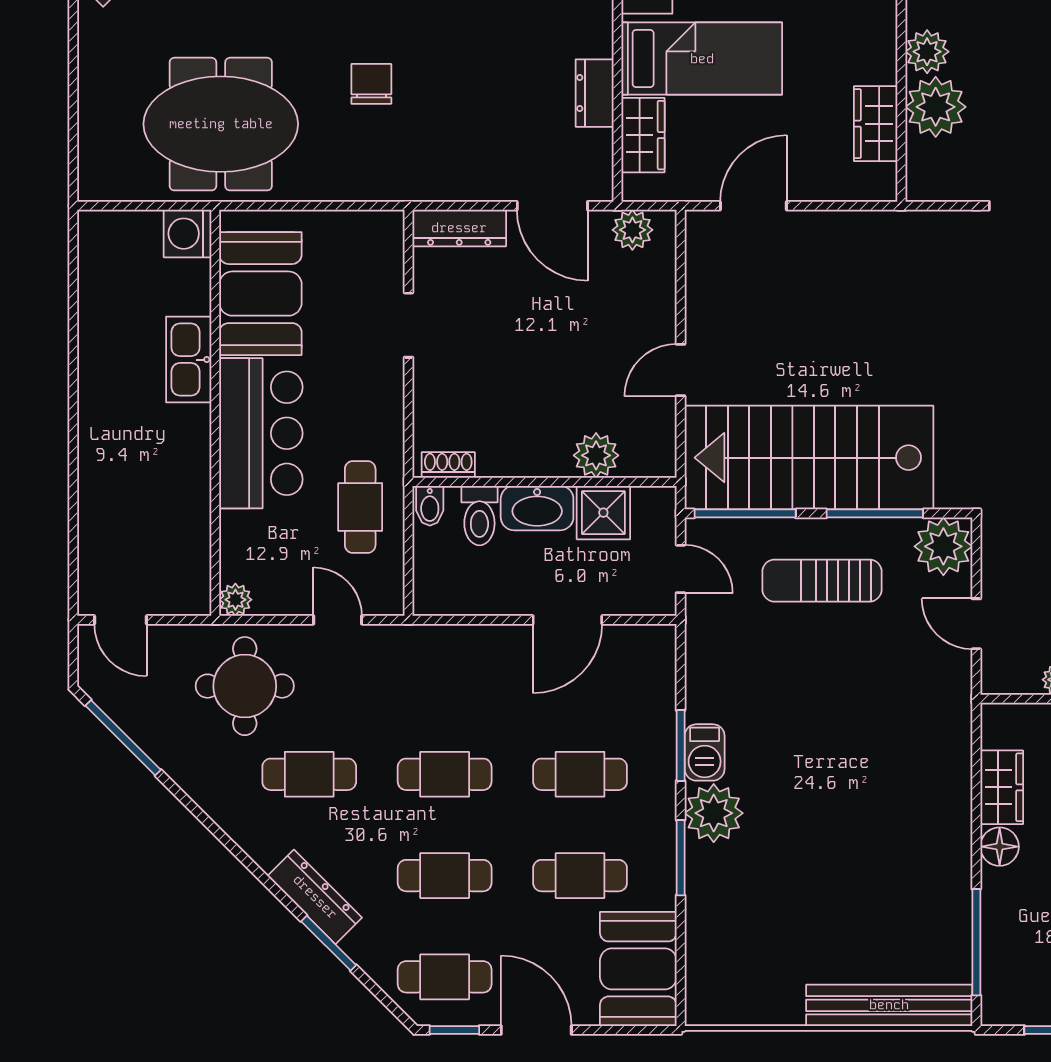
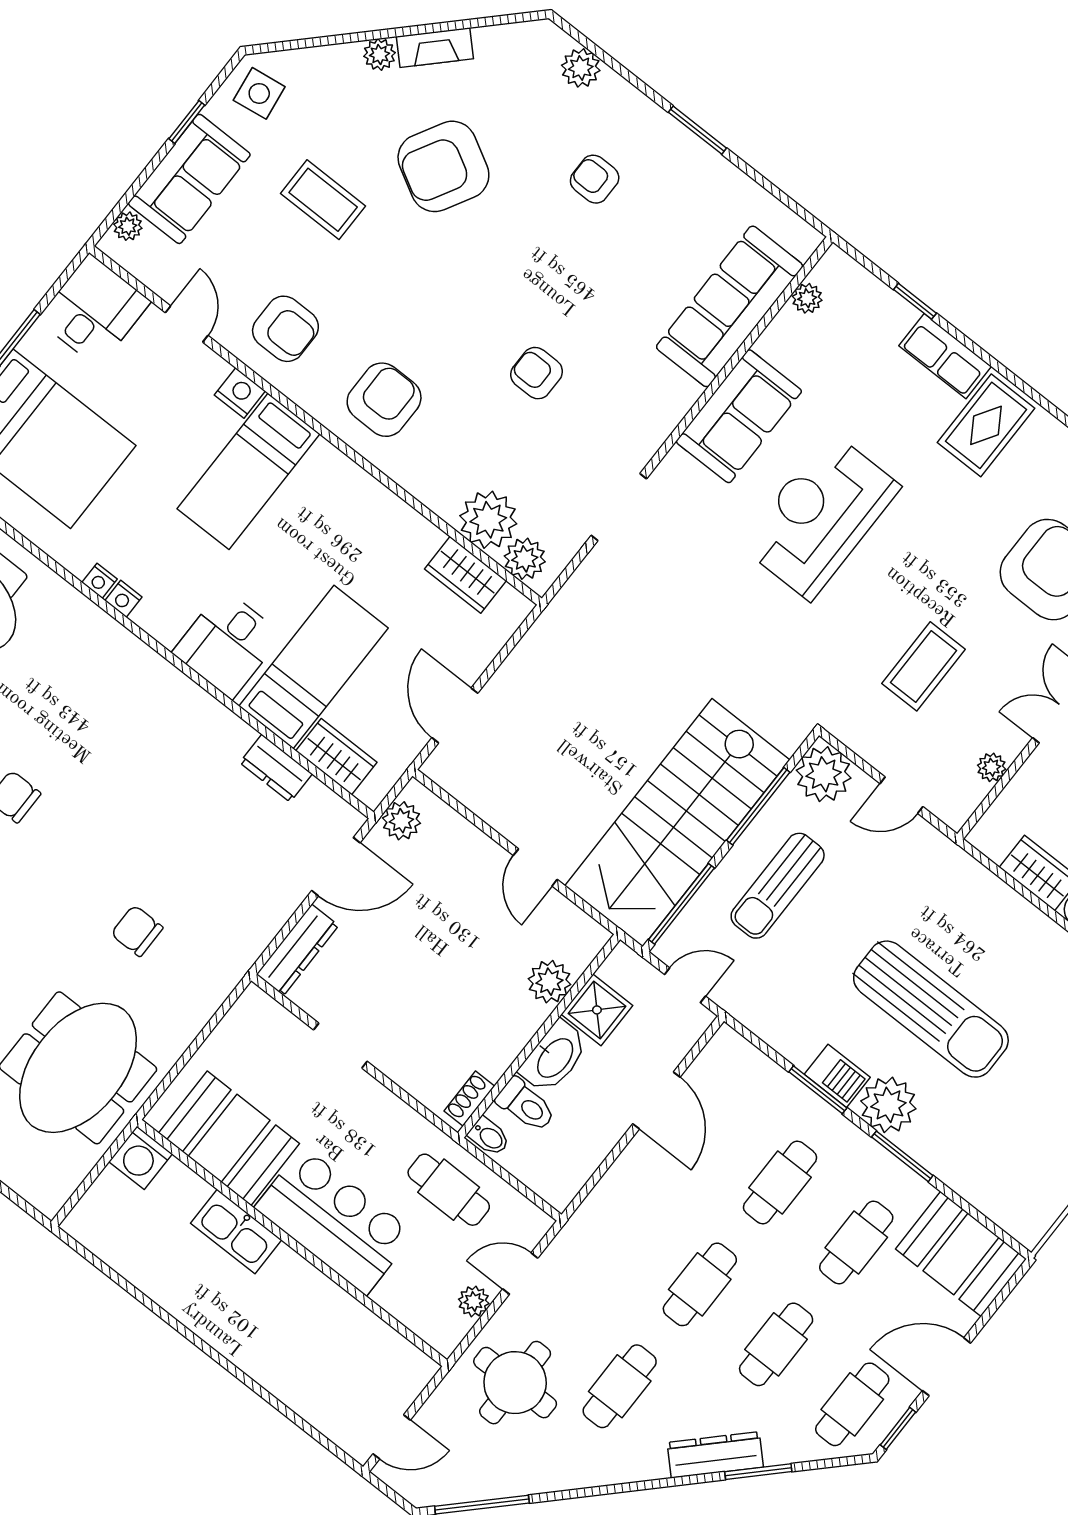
plant: (927, 52) -> (525, 559), moved
plant: (235, 600) -> (474, 1301), moved
sun lounger: (820, 786) -> (931, 1009), added

